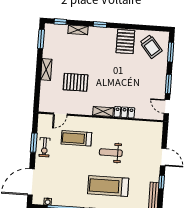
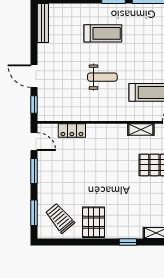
shelving: (103, 112) -> (141, 130), moved
locker: (124, 112) -> (72, 131), moved
window: (162, 182) -> (34, 105), moved
treadmill: (108, 186) -> (103, 33), width x0.73, depth x0.73

